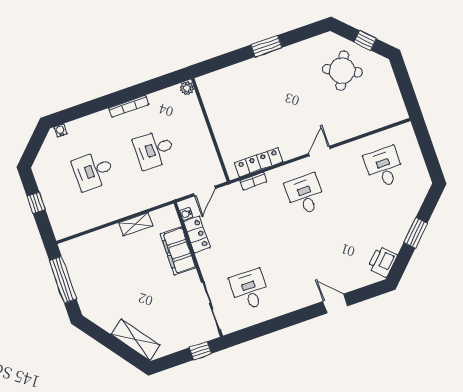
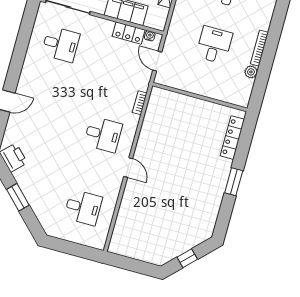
round table: (342, 71) -> (176, 226), removed
plant: (187, 88) -> (251, 72), moved
locker: (259, 162) -> (232, 138), moved, turned 180

